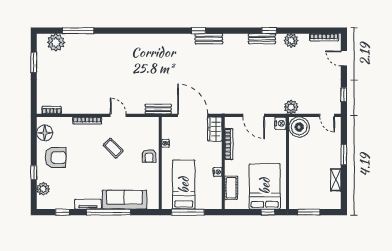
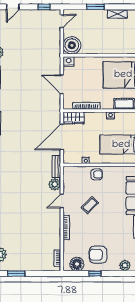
plant: (291, 107) -> (55, 184), moved
door: (254, 115) -> (62, 84), swing flipped
armchair: (56, 157) -> (98, 255), turned -90
window: (34, 173) -> (95, 274), moved

